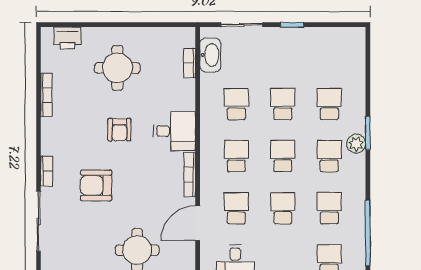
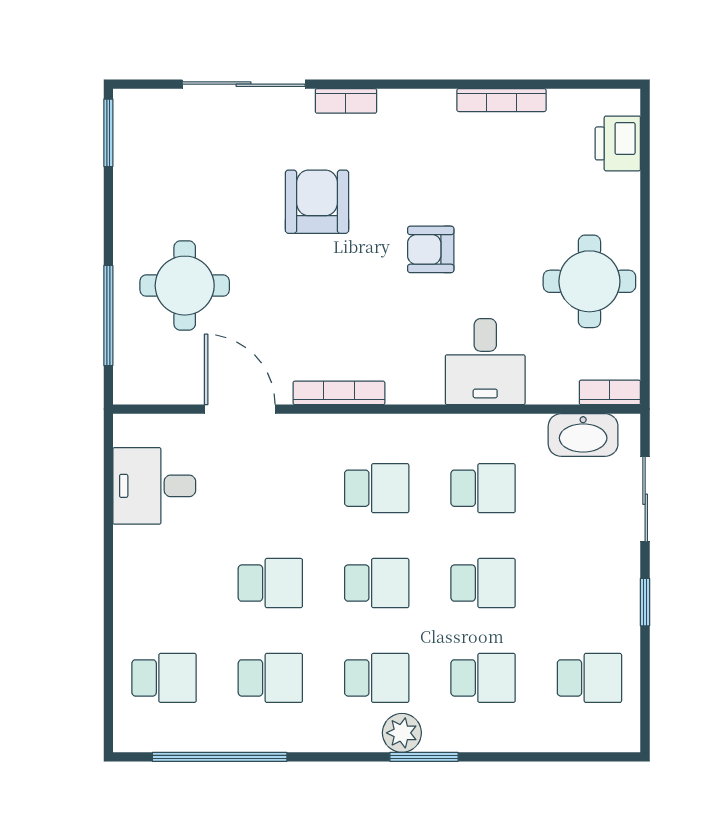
bookcase: (189, 63) -> (610, 392), moved
round table: (117, 68) -> (589, 281), moved
desk: (174, 131) -> (485, 362), moved
school desk: (236, 208) -> (589, 678), moved

